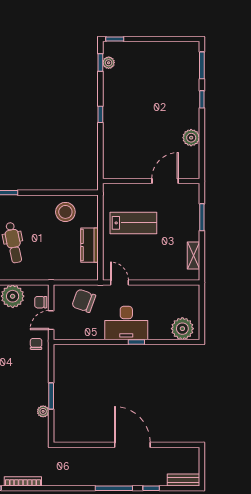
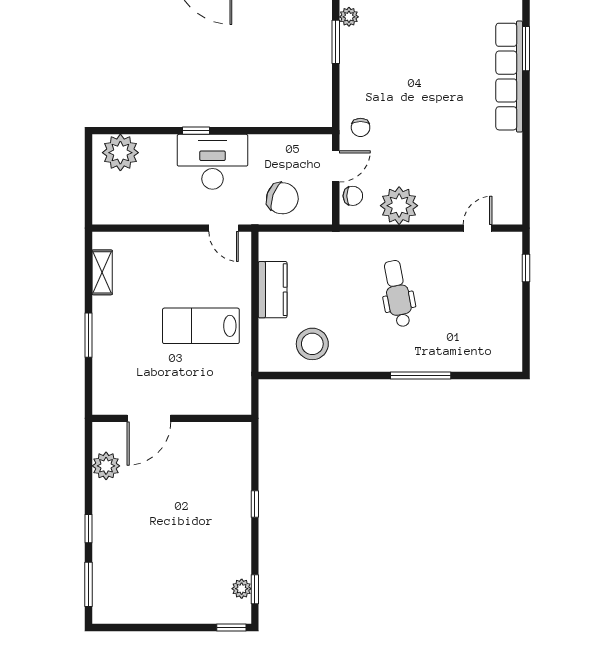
wall: (151, 181) -> (172, 418), moved
door: (165, 181) -> (149, 418), moved

